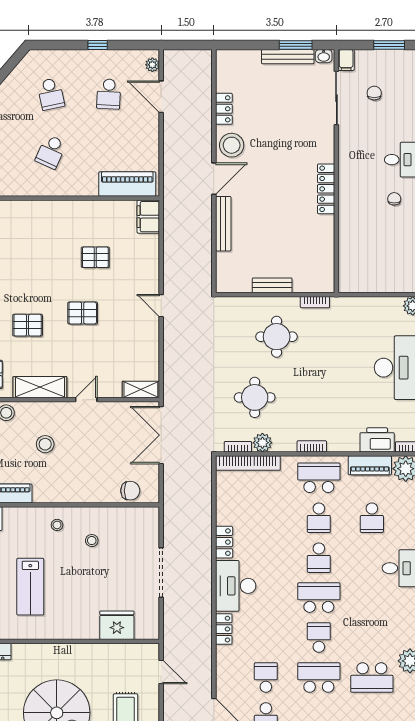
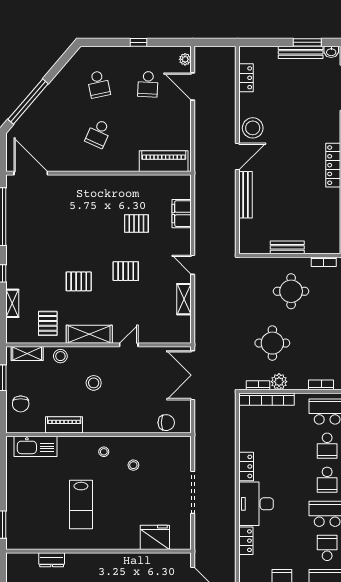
locker: (224, 109) -> (246, 78), moved
filing cabinet: (148, 217) -> (182, 214), moved
shelving: (141, 390) -> (184, 299), moved, turned 90

